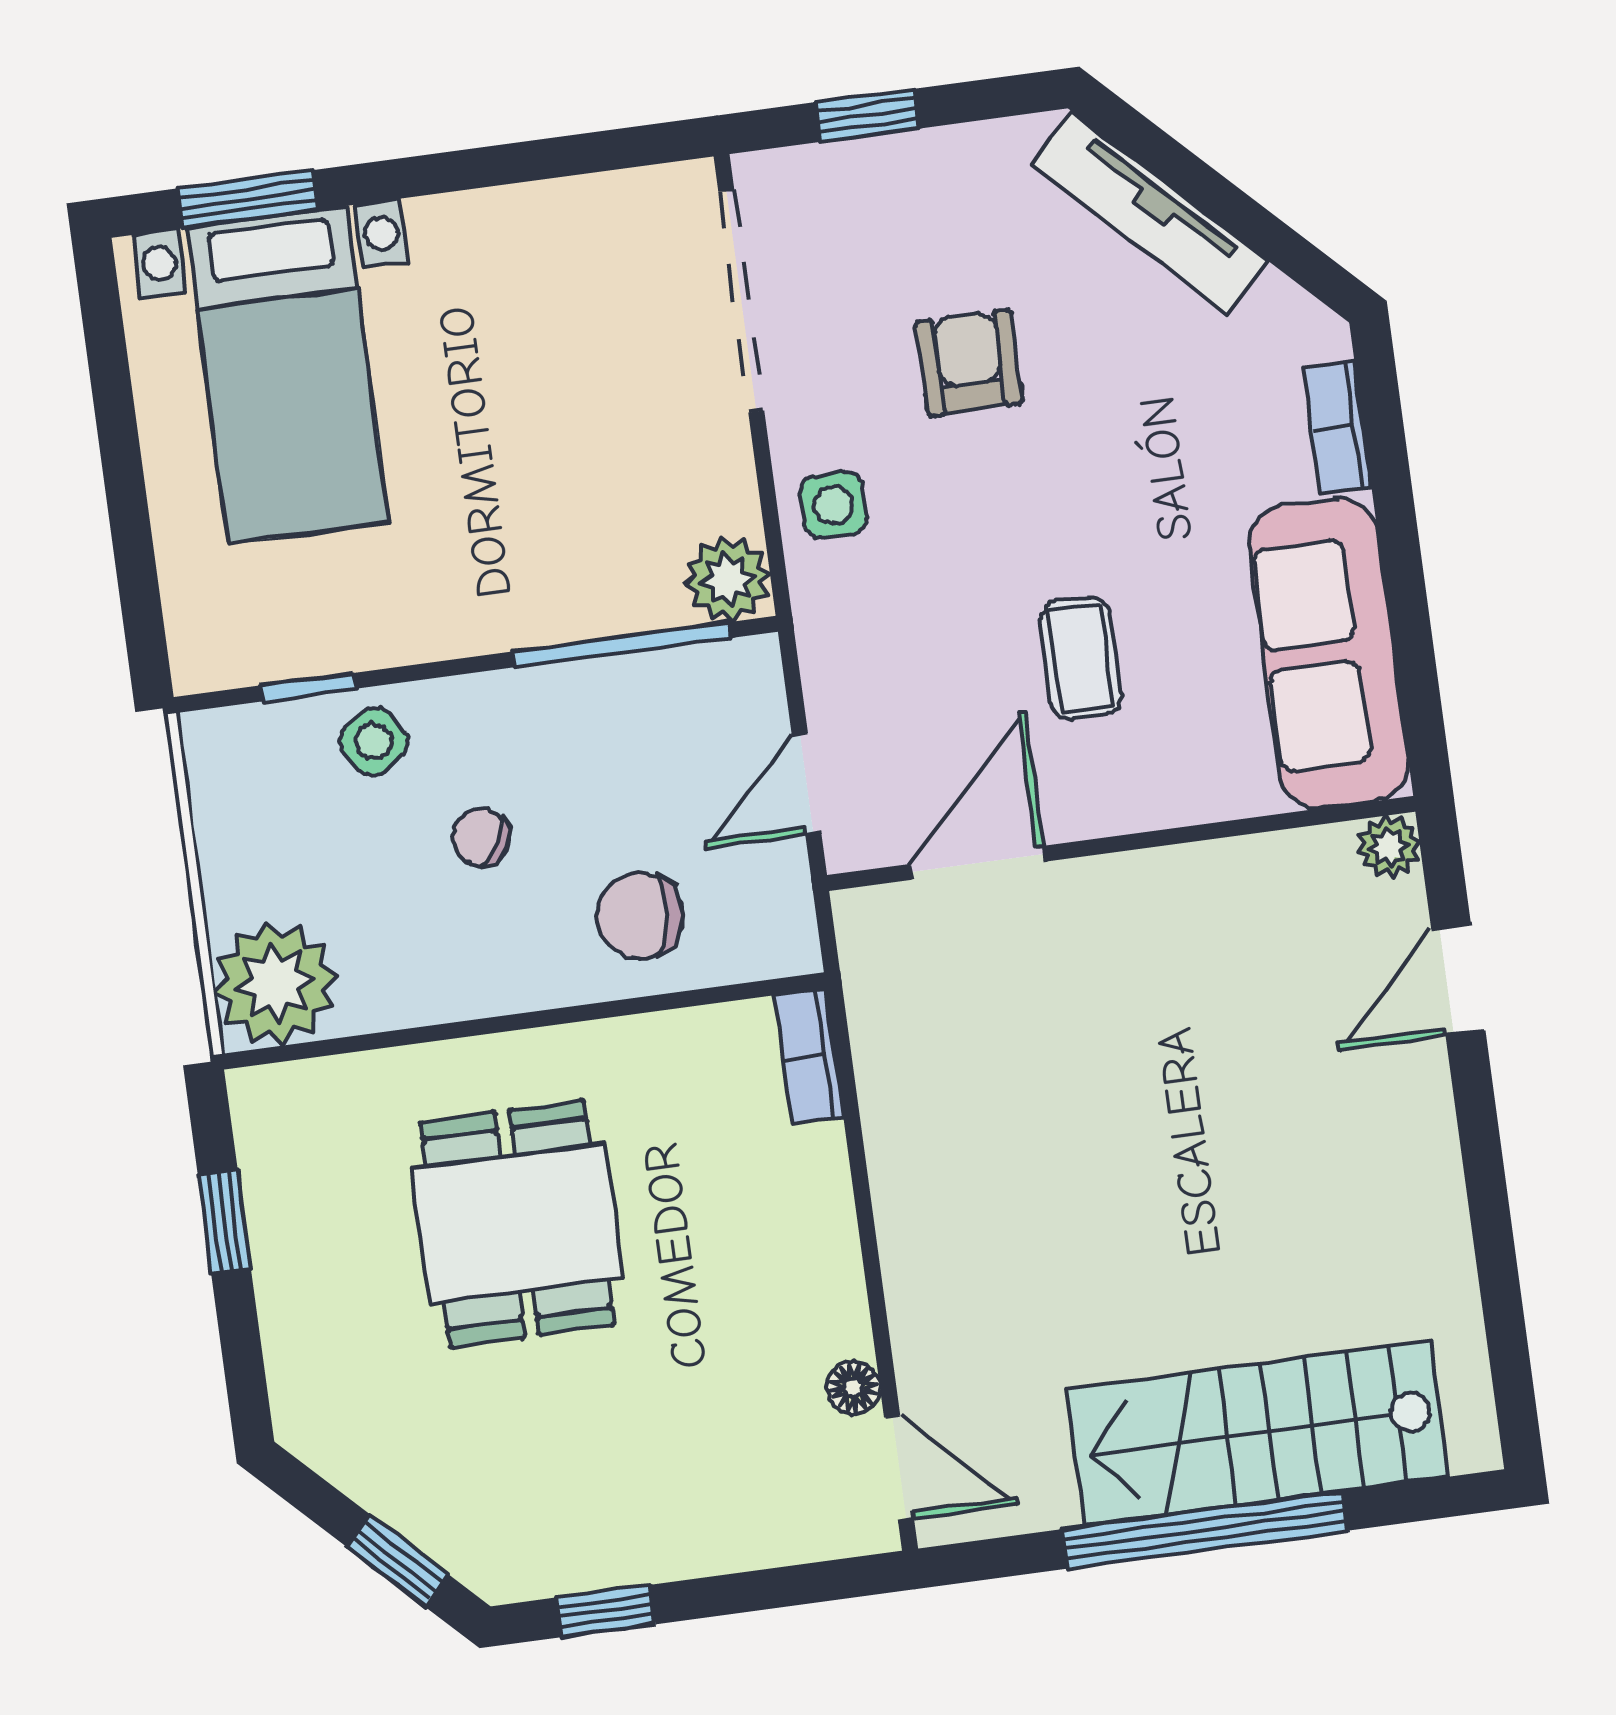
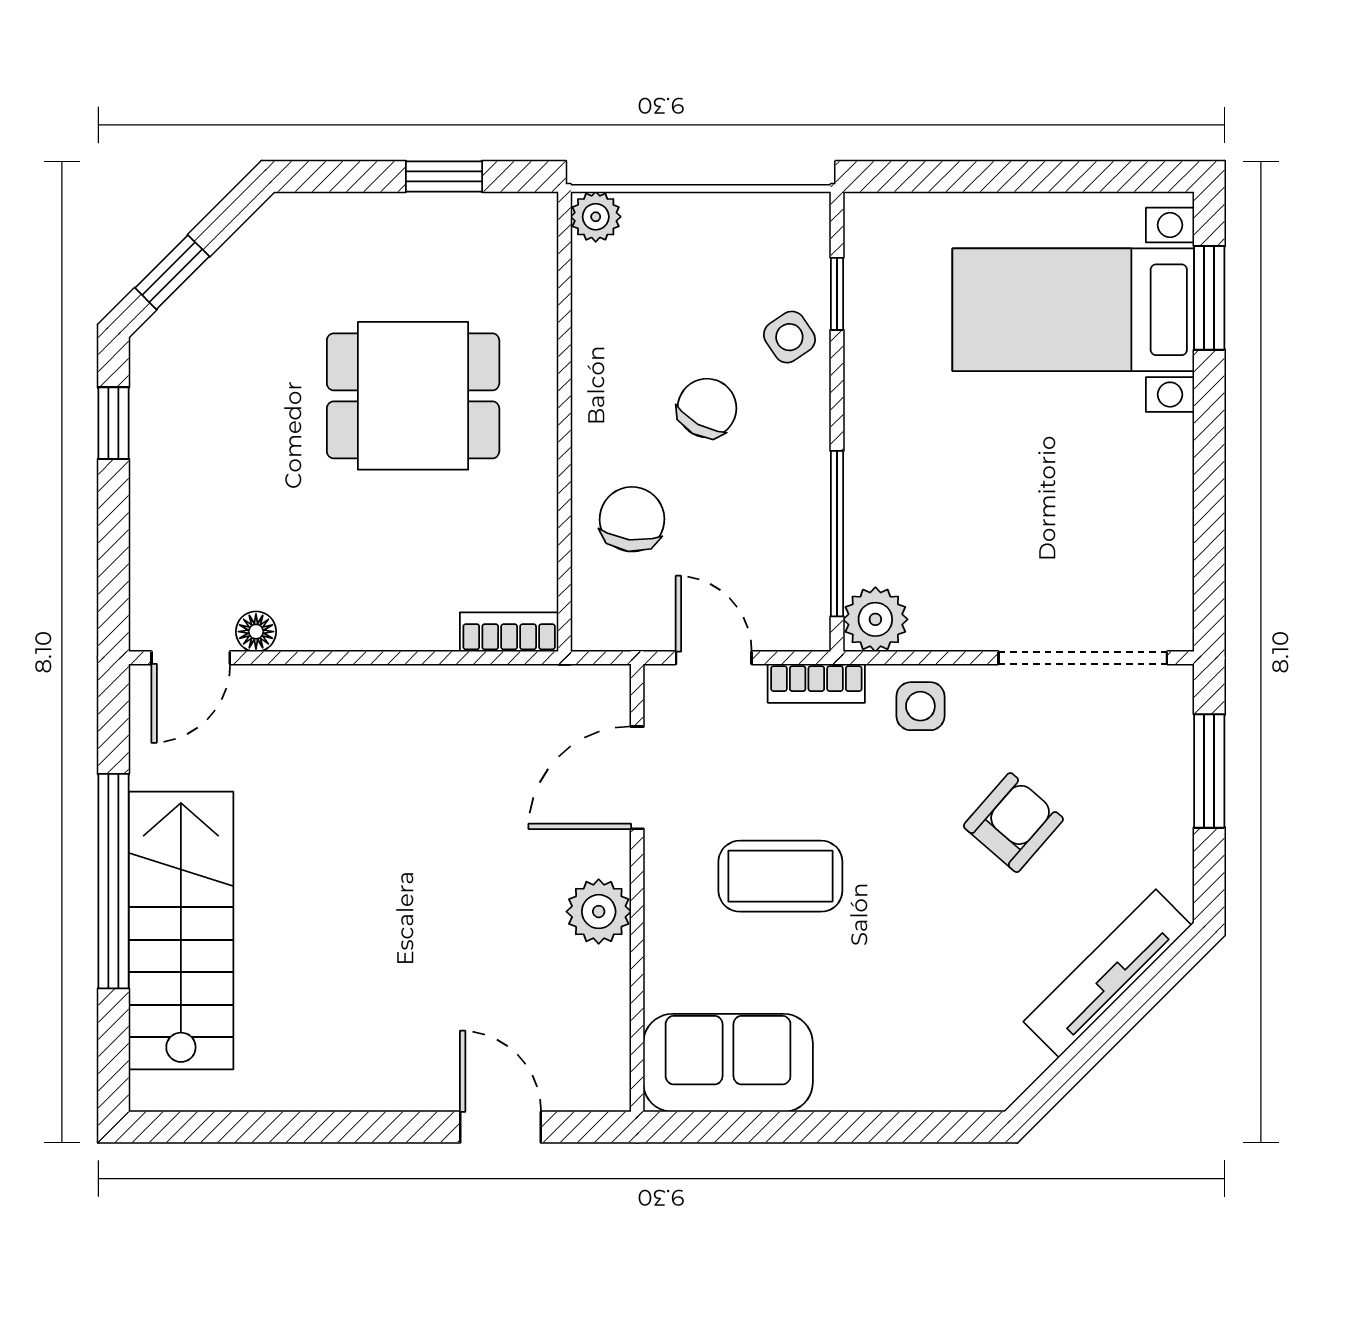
window: (867, 115) -> (1209, 771), width x1.50
armchair: (969, 363) -> (1013, 823), turned -49
bookcase: (1337, 427) -> (816, 683), moved, turned 180
sofa: (1329, 654) -> (728, 1063), width x0.73
coffee table: (1080, 658) -> (780, 876), width x1.36, depth x1.30
chair: (481, 837) -> (707, 408), width x1.37, depth x1.37
plant: (1389, 847) -> (599, 912), moved, width x1.38, depth x1.38
door: (977, 863) -> (637, 778), swing flipped
plant: (275, 984) -> (596, 217), width x0.53, depth x0.53

